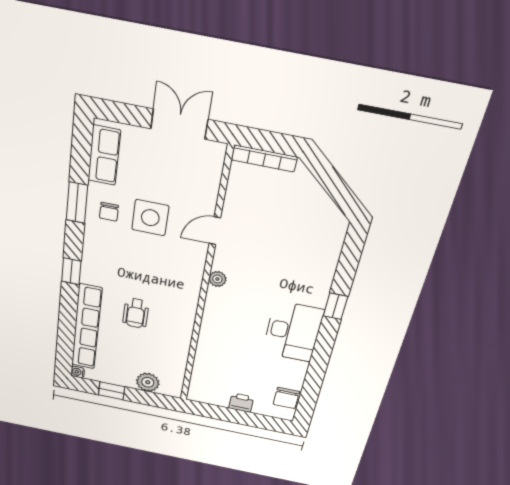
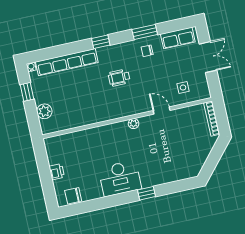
double door: (179, 124) -> (208, 57), moved
side table: (150, 218) -> (183, 88), moved, width x0.54, depth x0.54
wheelchair: (136, 313) -> (119, 78), moved

